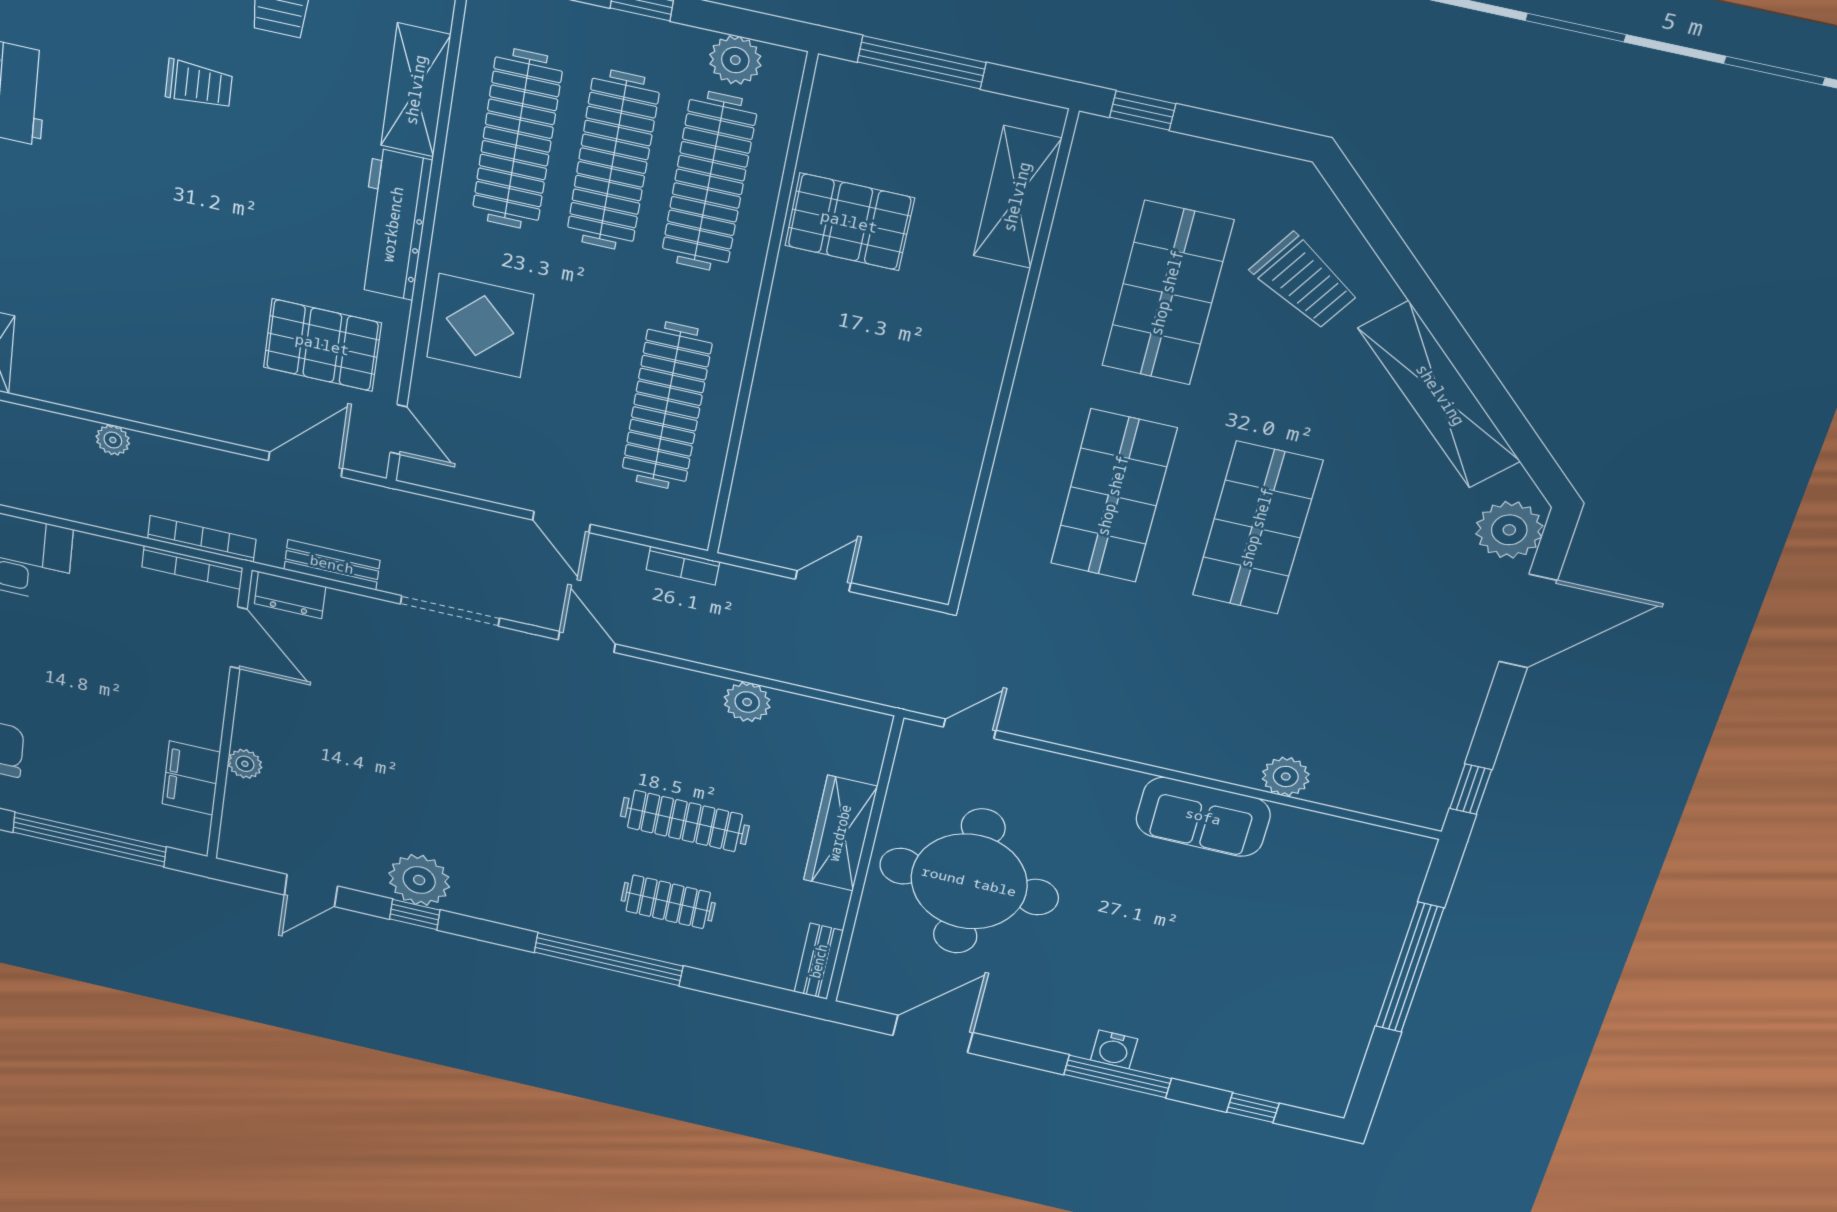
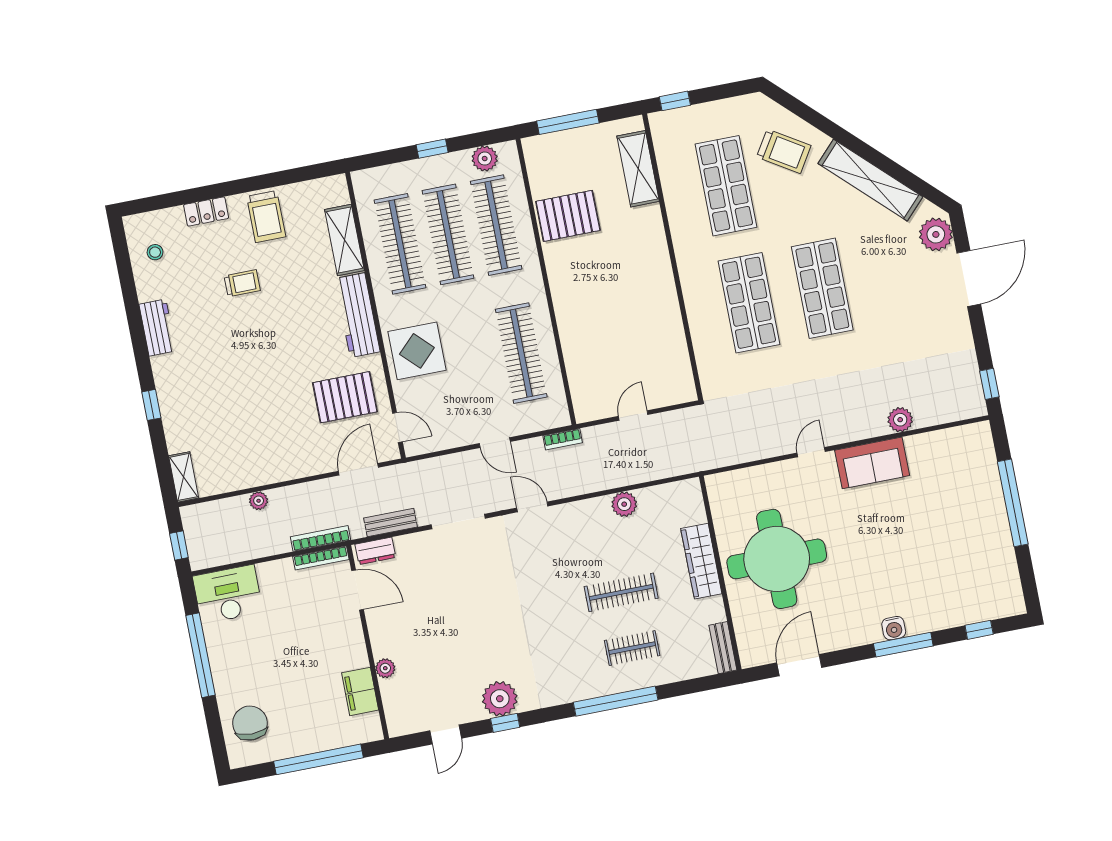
door: (970, 729) -> (811, 452), moved

